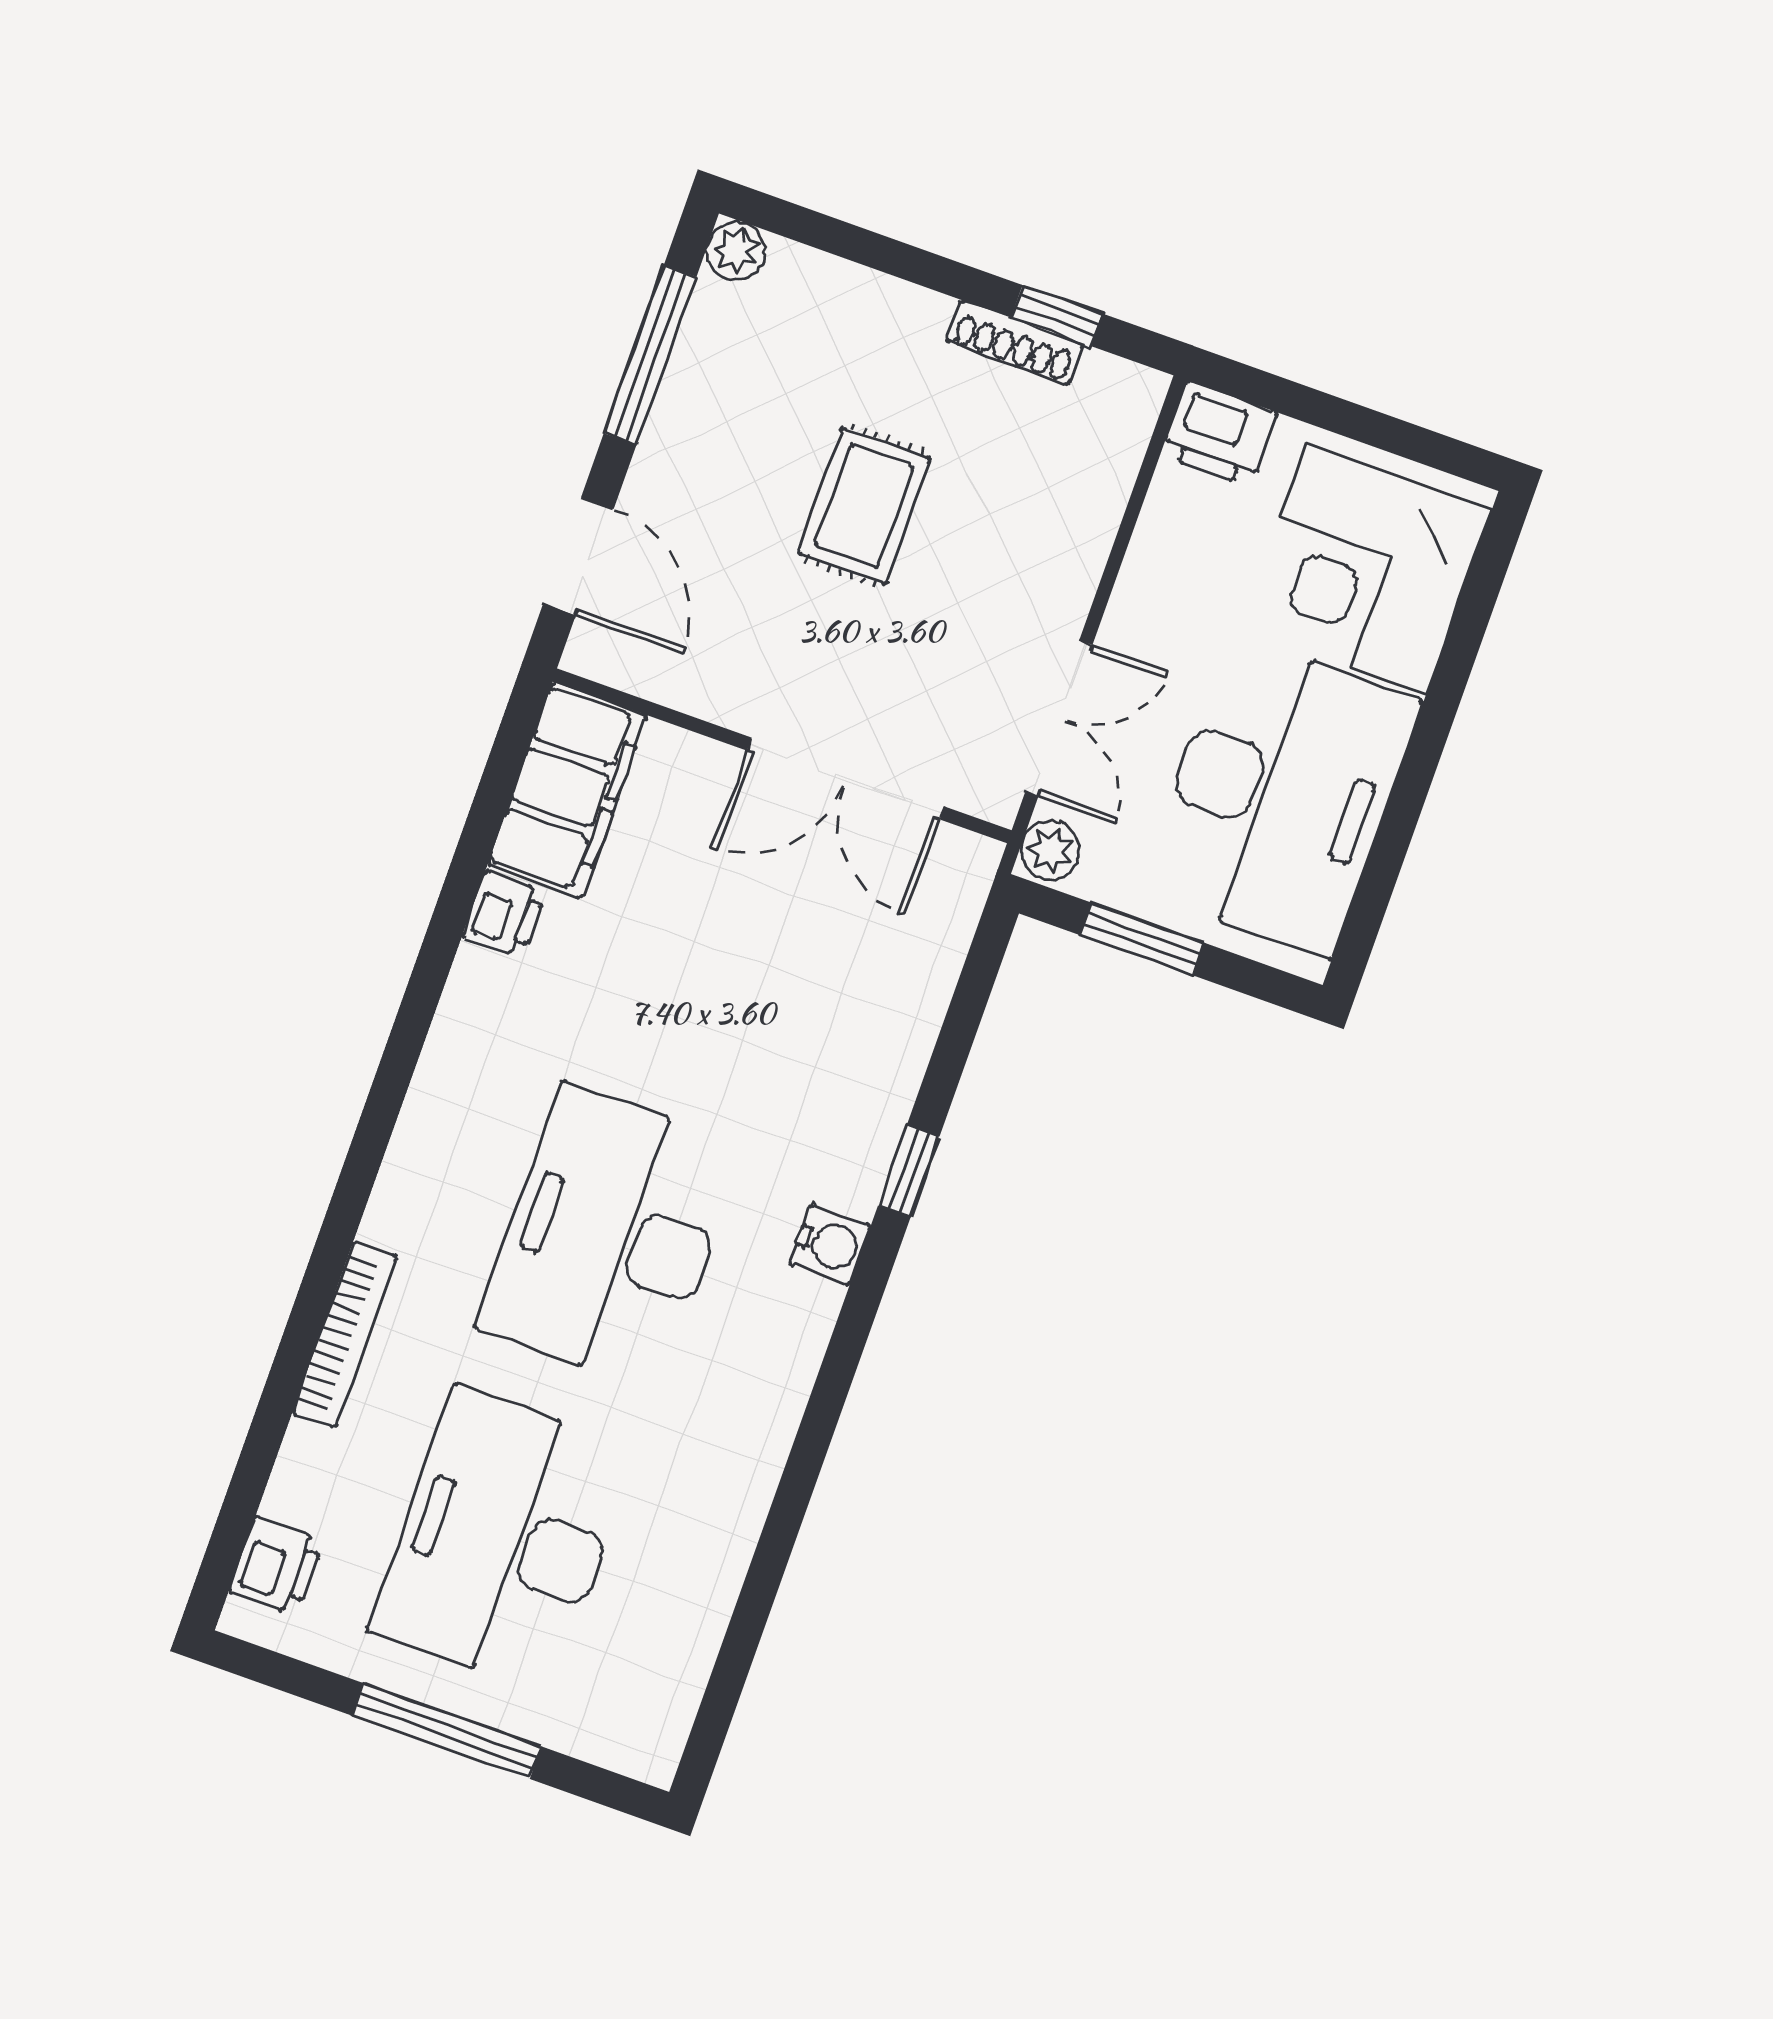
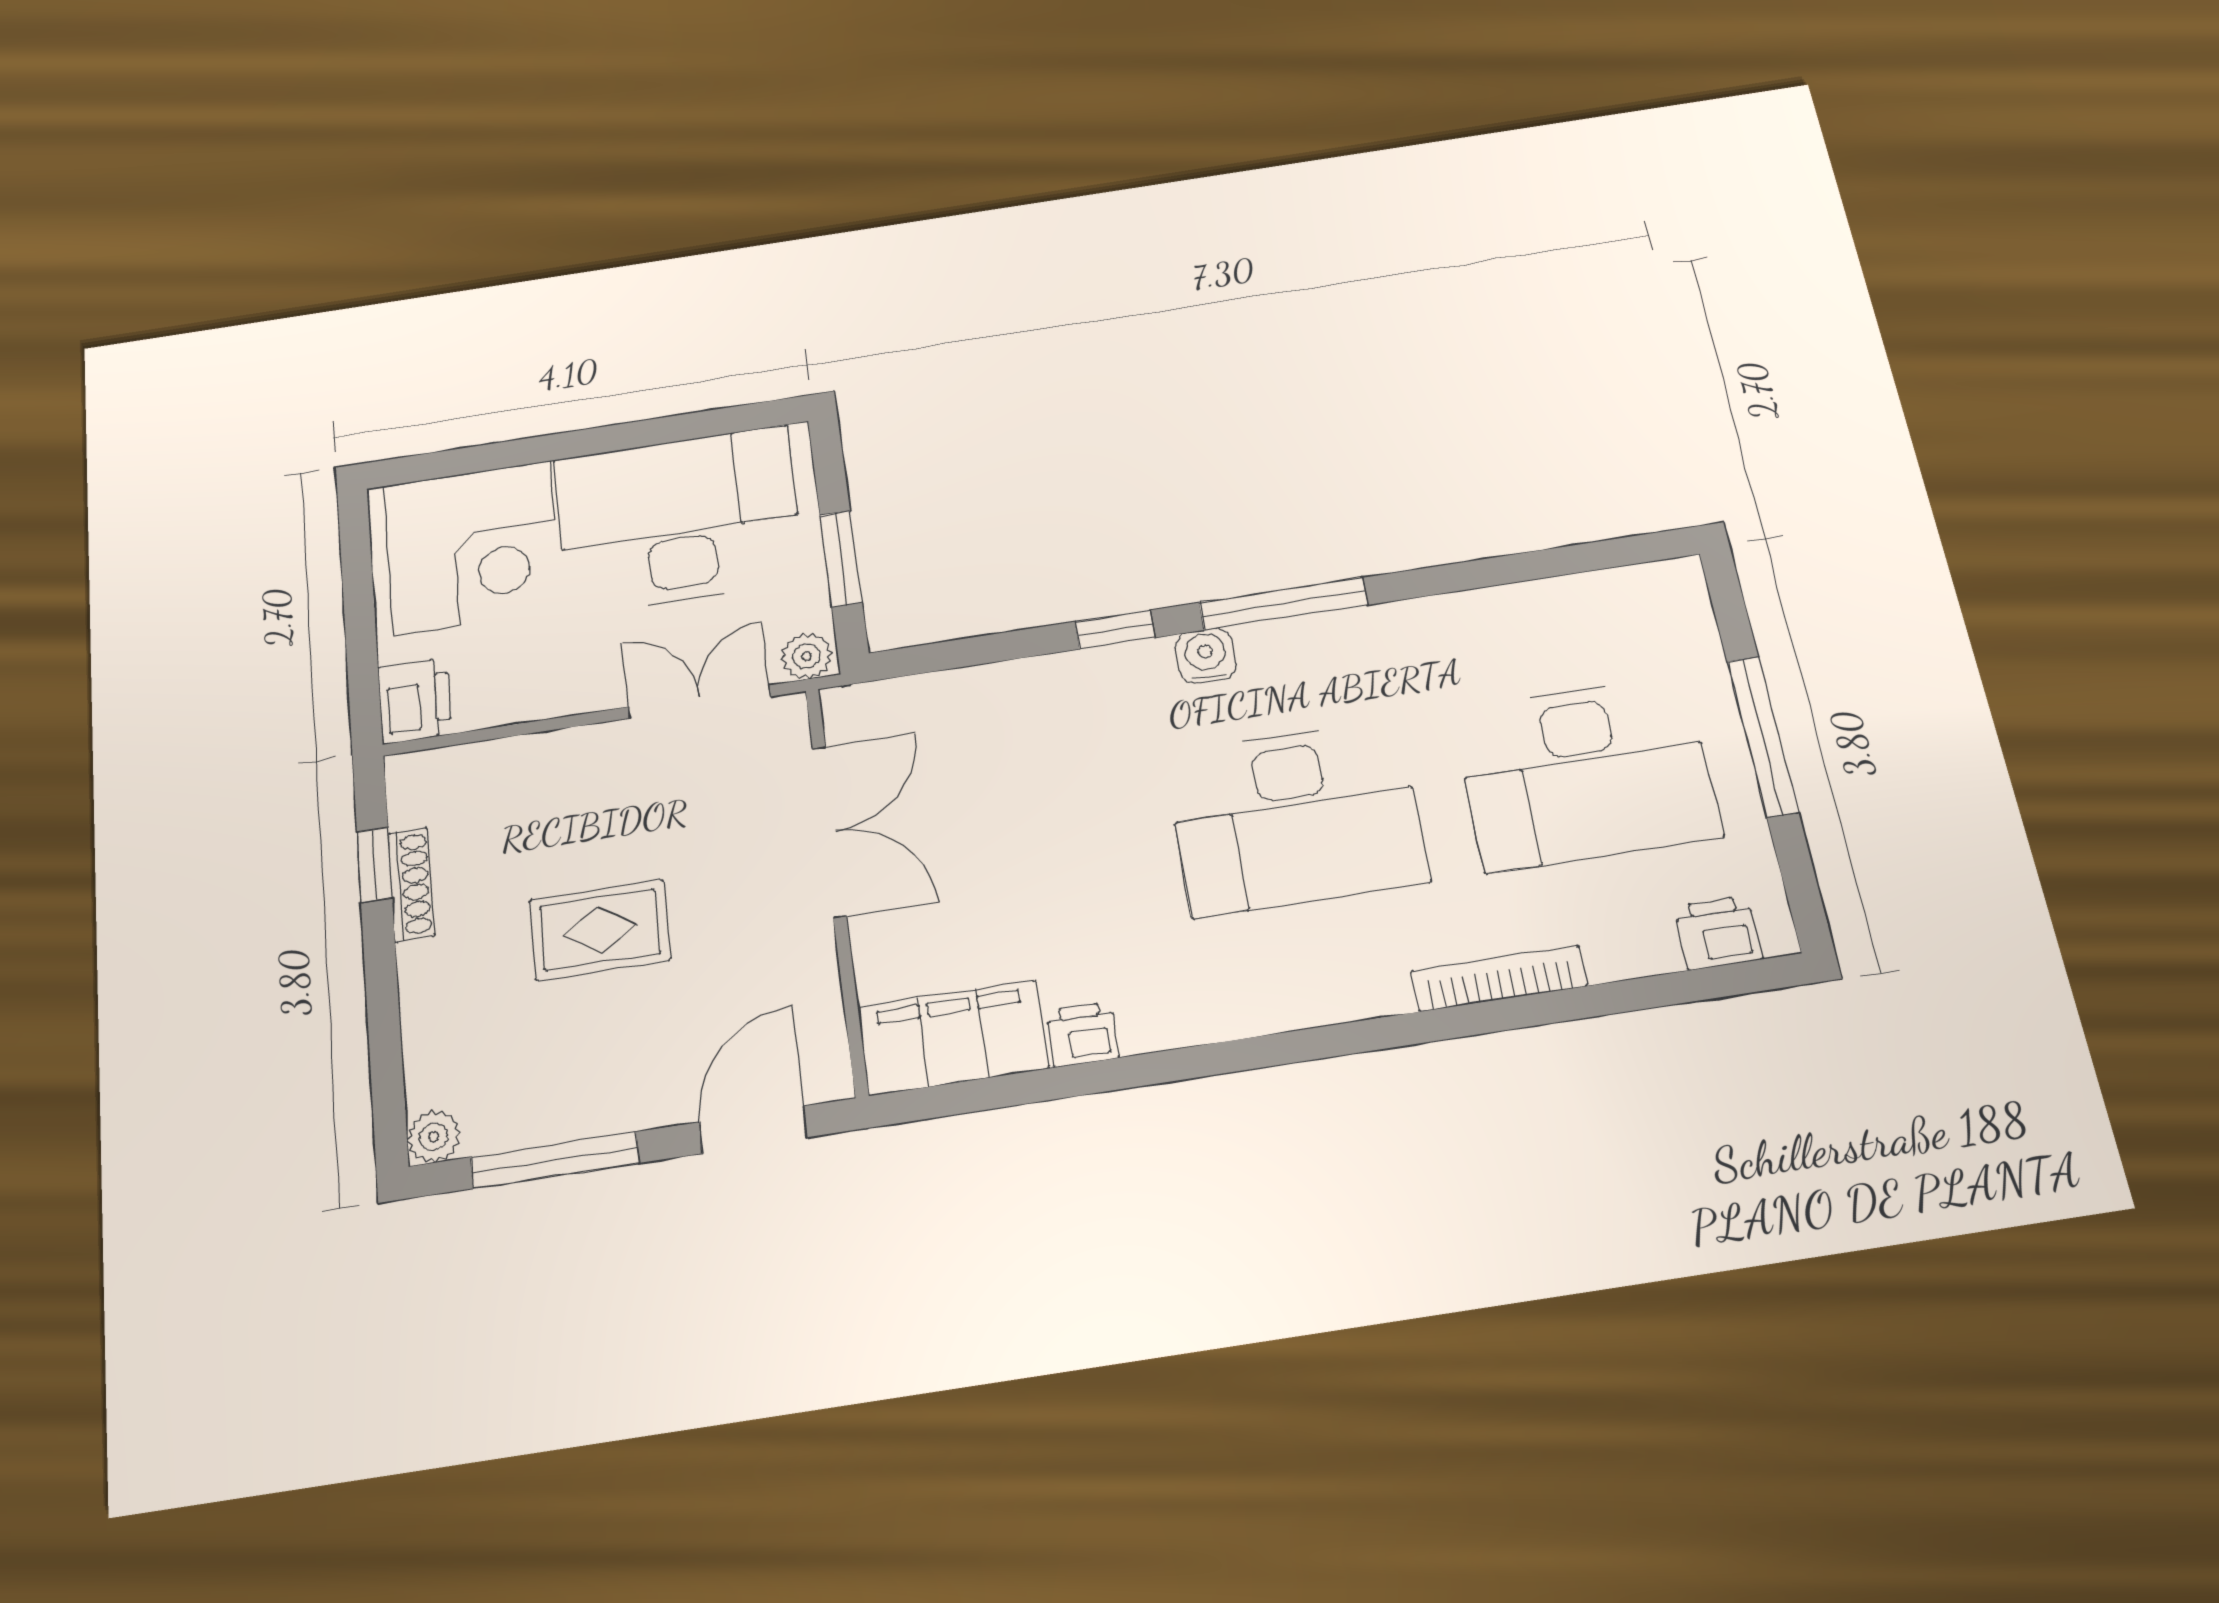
window: (844, 1353) -> (1283, 604), added

